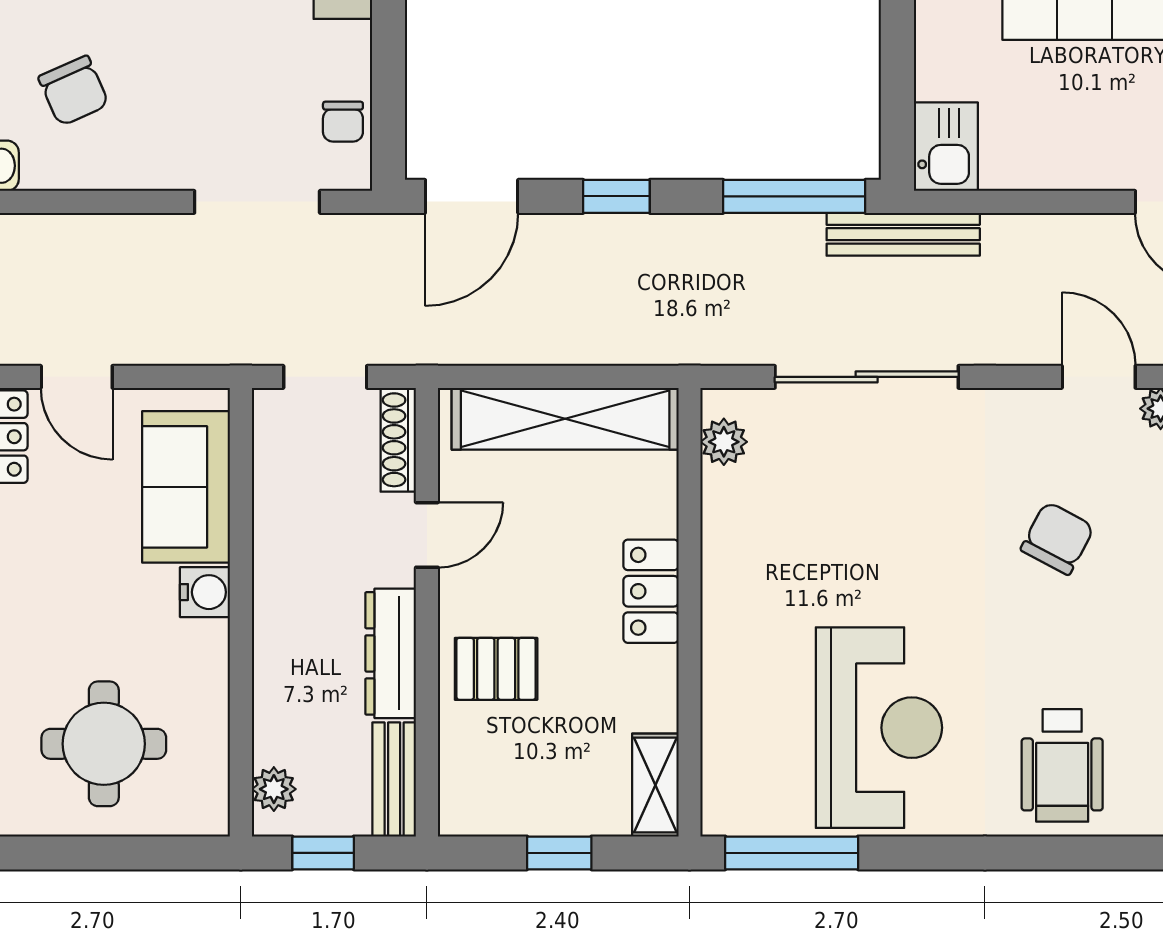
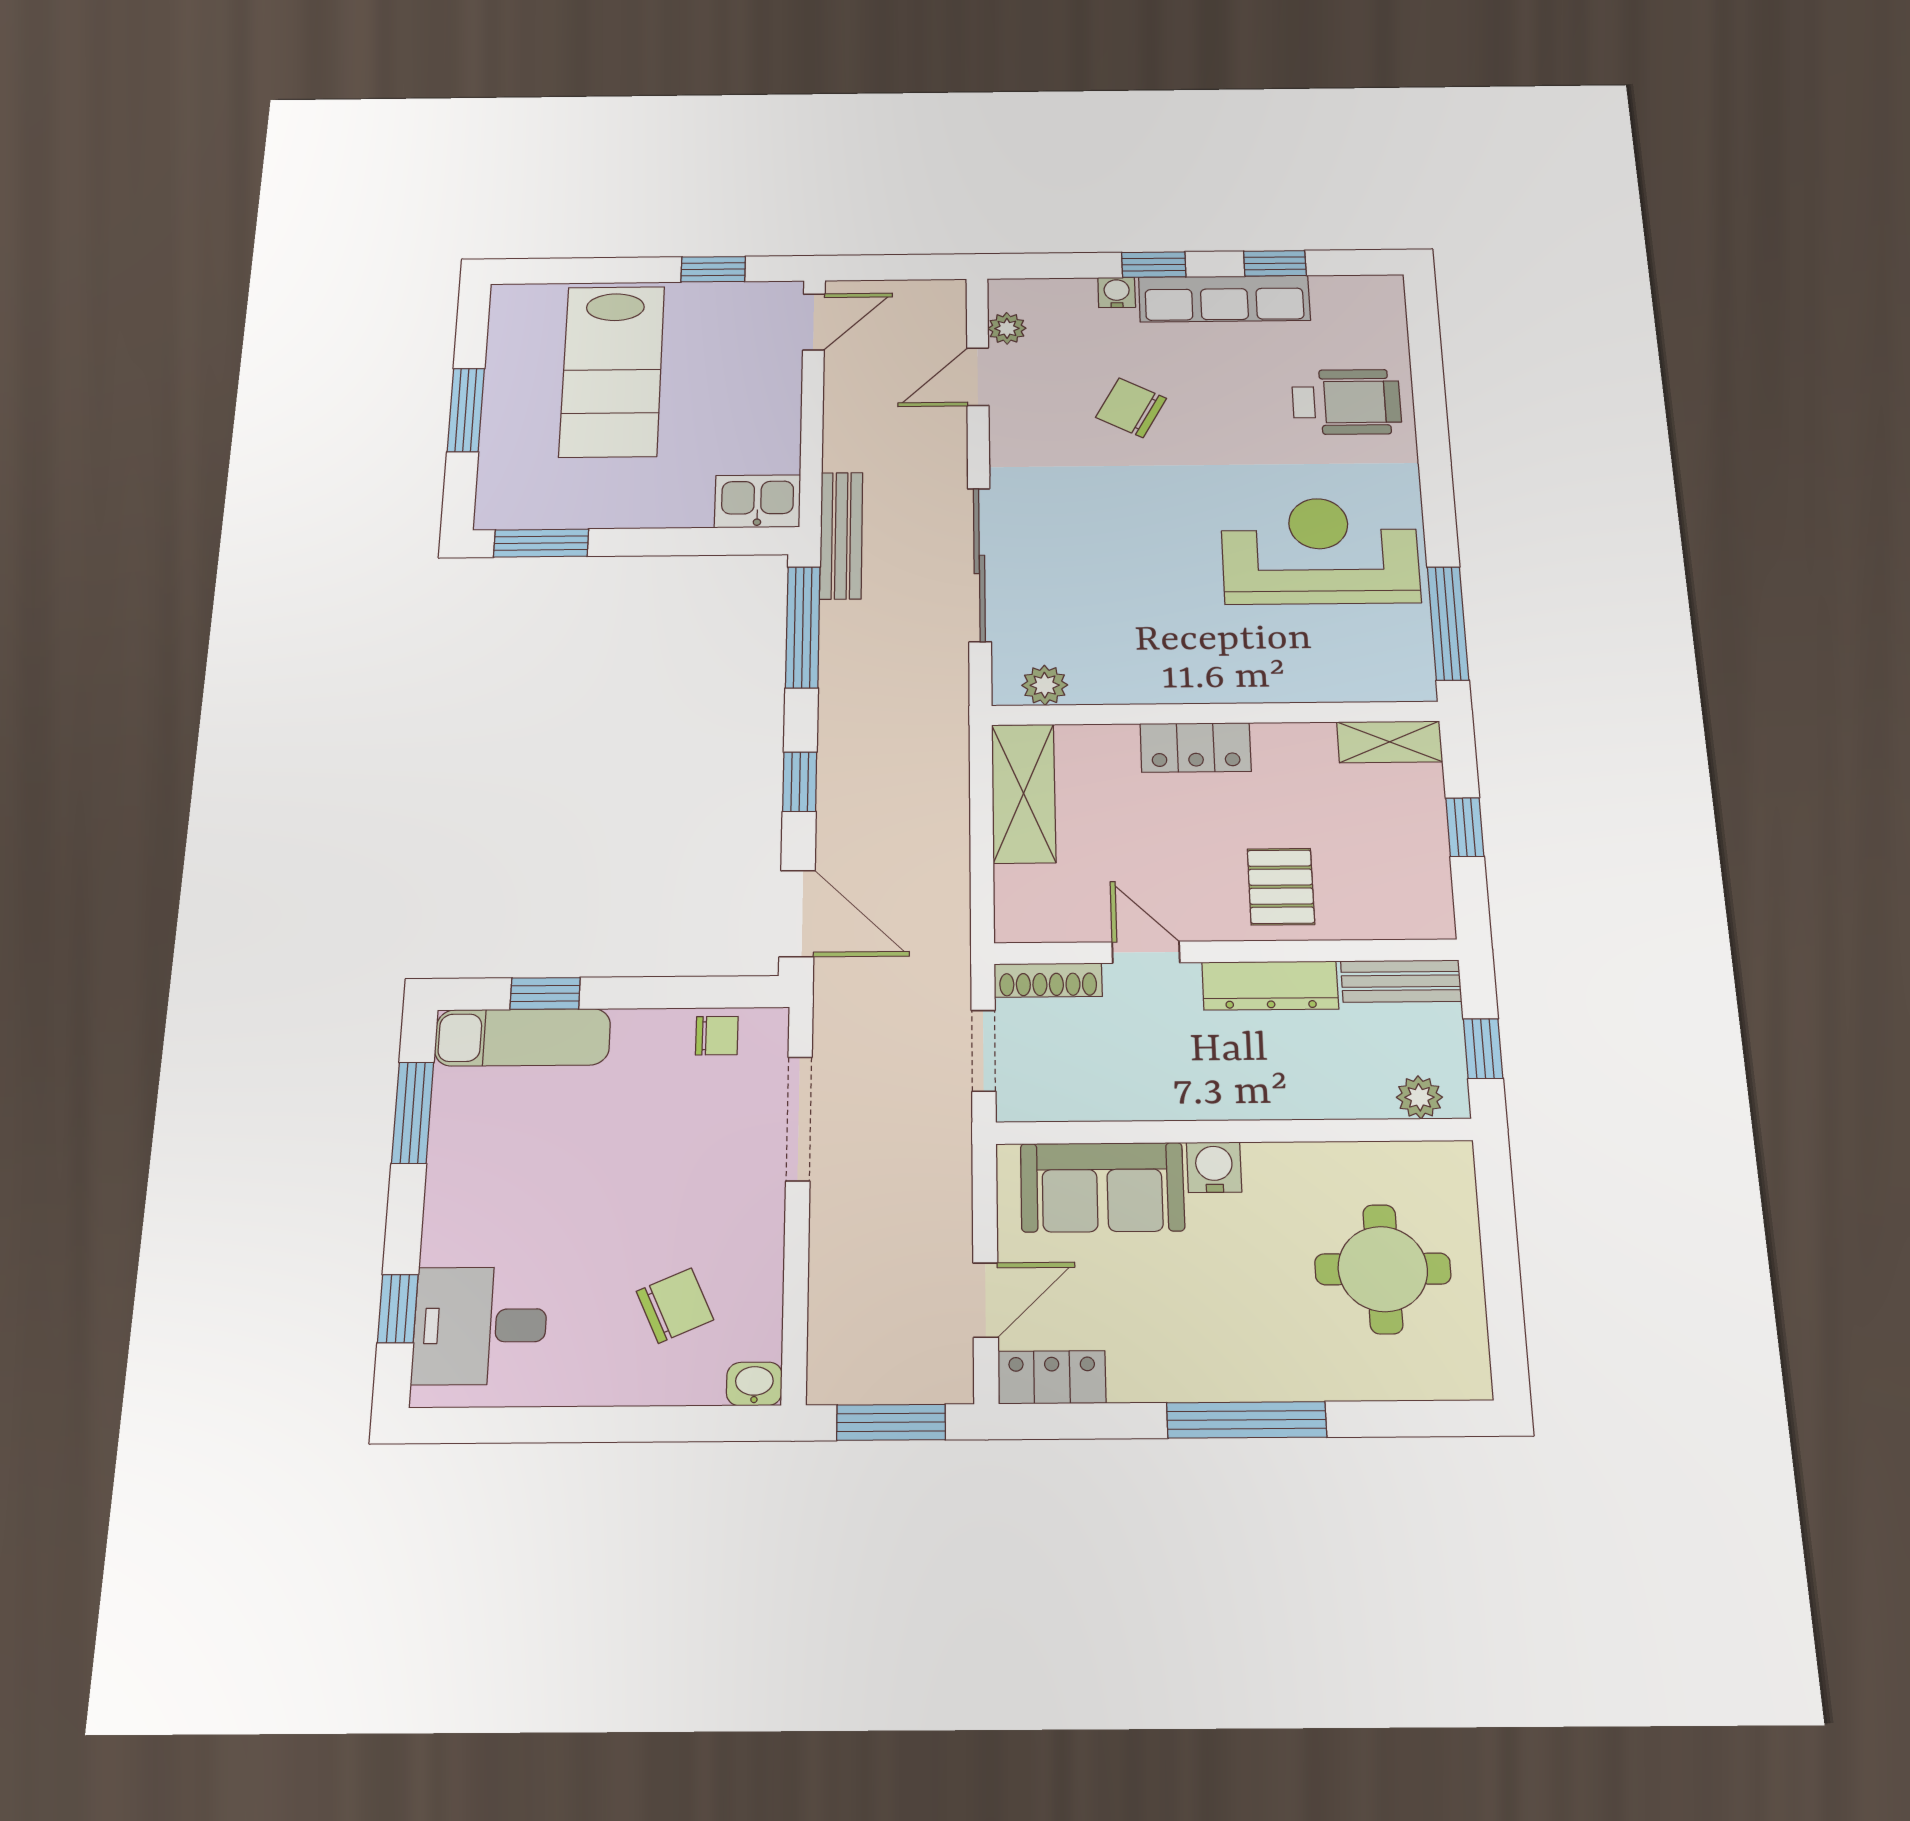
shelving: (565, 419) -> (1024, 793), width x0.68

